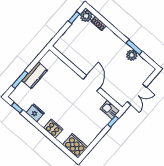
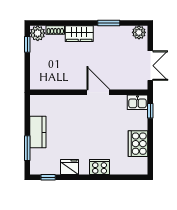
wardrobe: (111, 38) -> (79, 34), added
plant: (132, 55) -> (139, 32), moved
cooker: (75, 146) -> (138, 144), moved, turned -90

